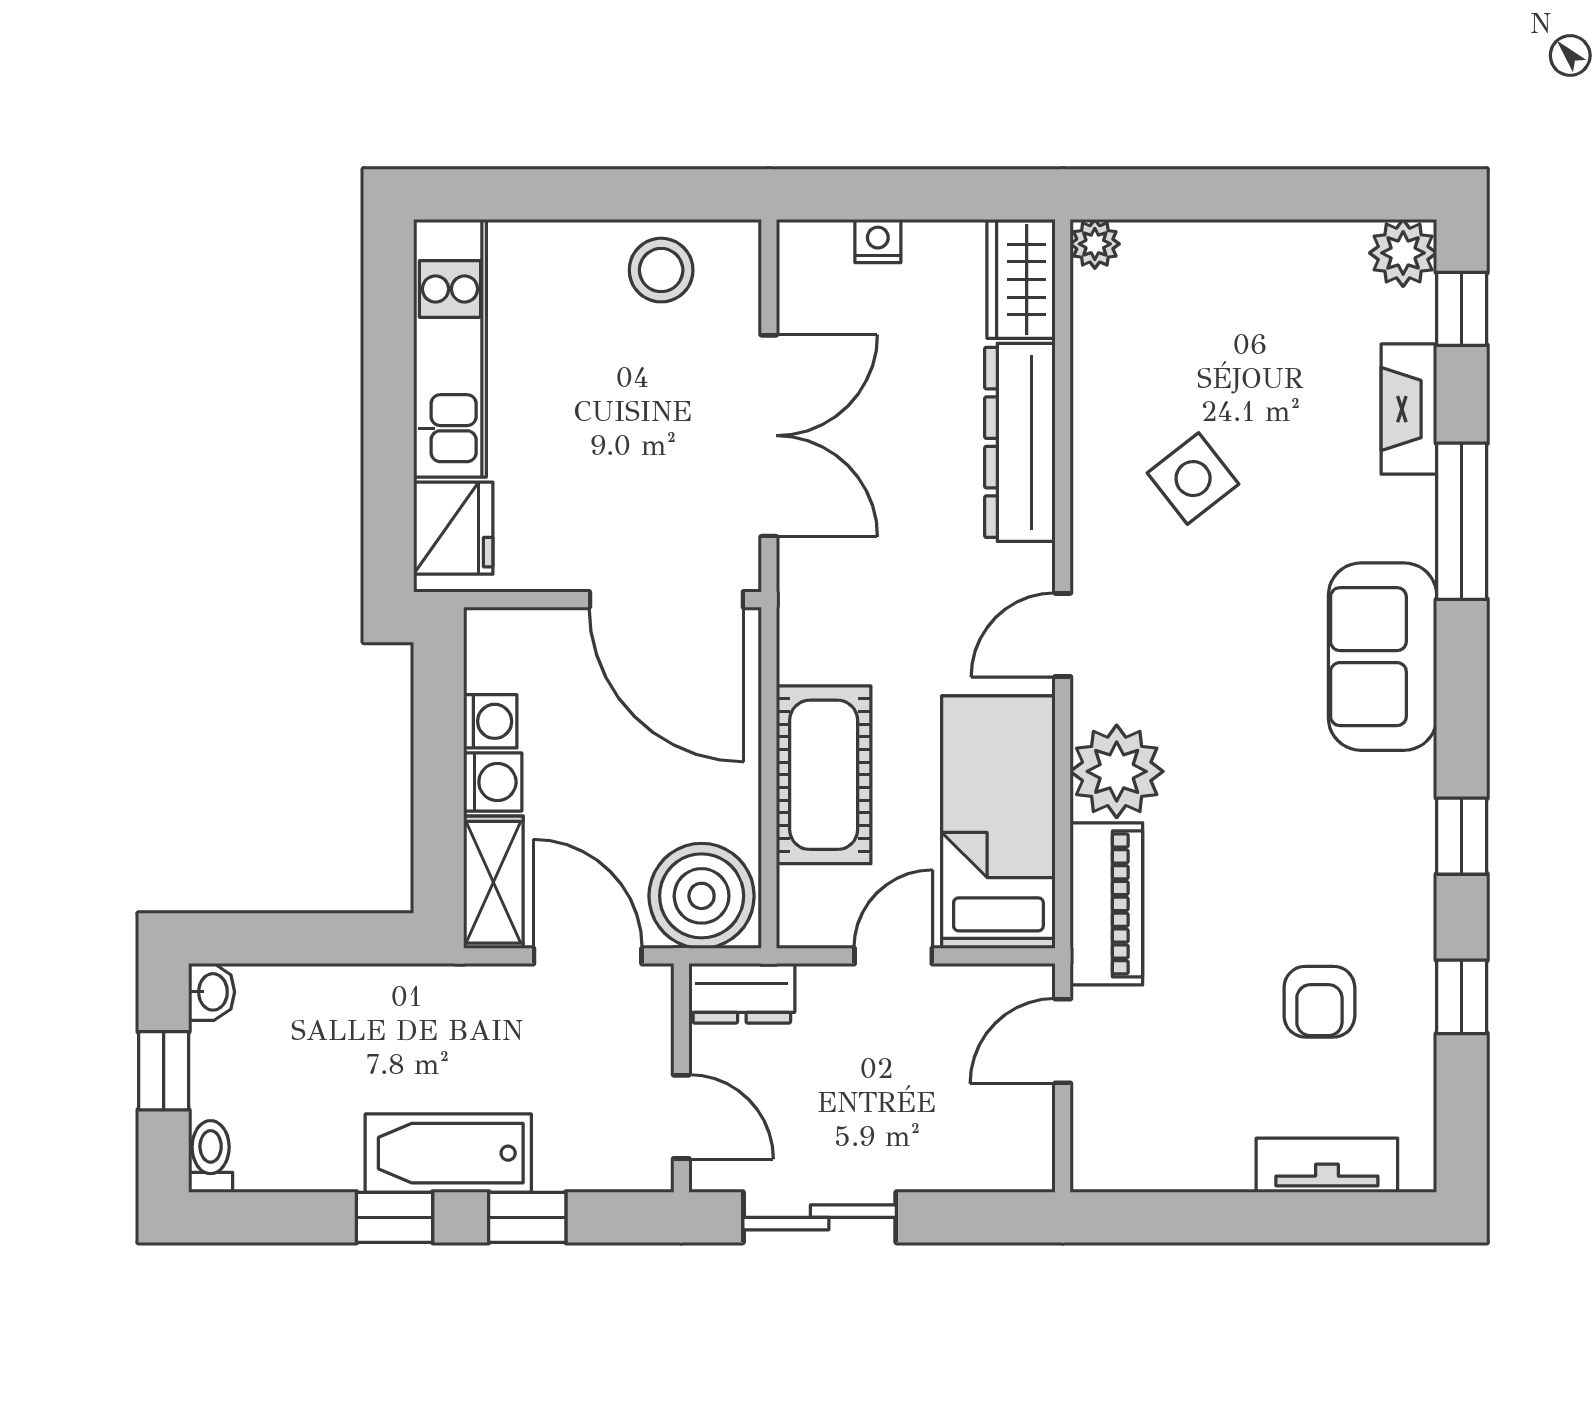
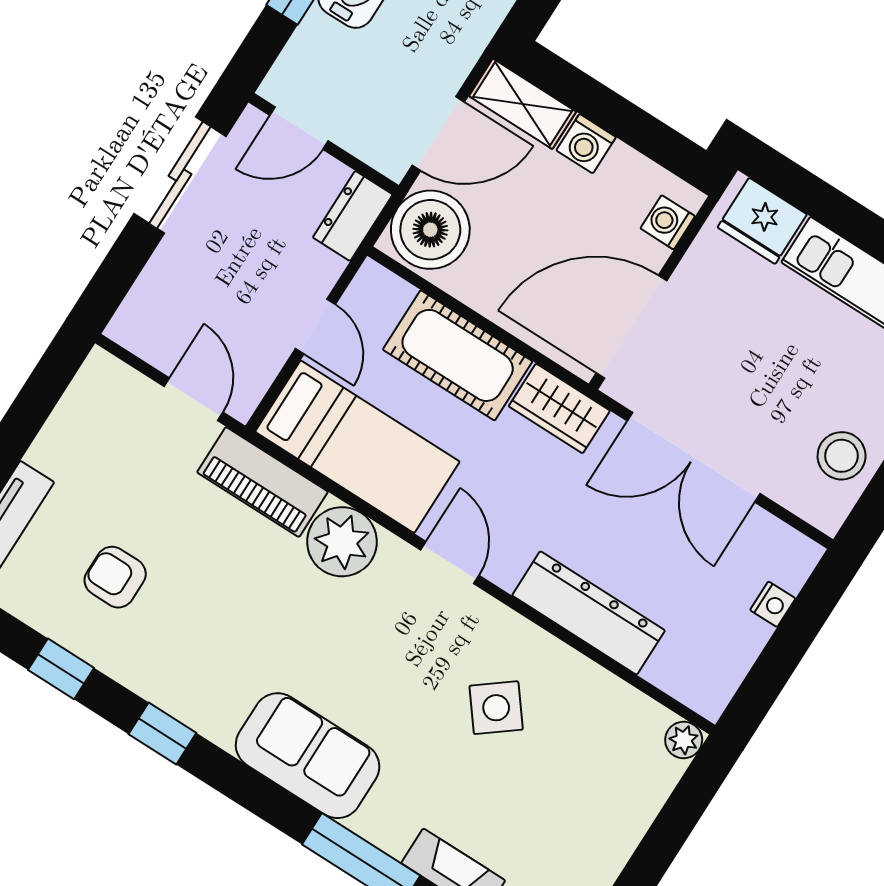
wardrobe: (1021, 279) -> (559, 409), moved, turned 180
washing machine: (490, 721) -> (668, 222), moved, turned 90

